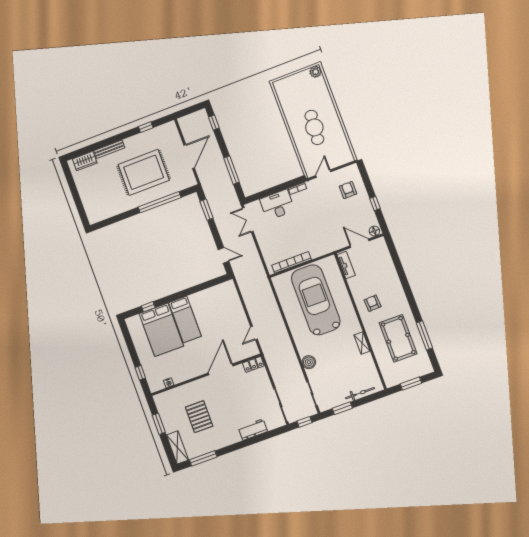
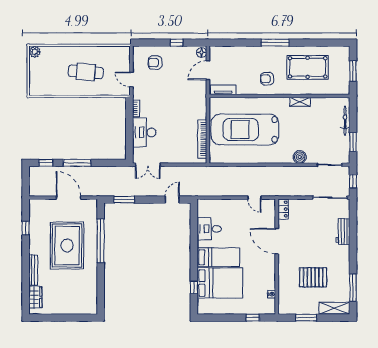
window: (232, 170) -> (77, 163), moved
desk: (209, 301) -> (209, 229), added
window: (424, 335) -> (275, 43), moved

